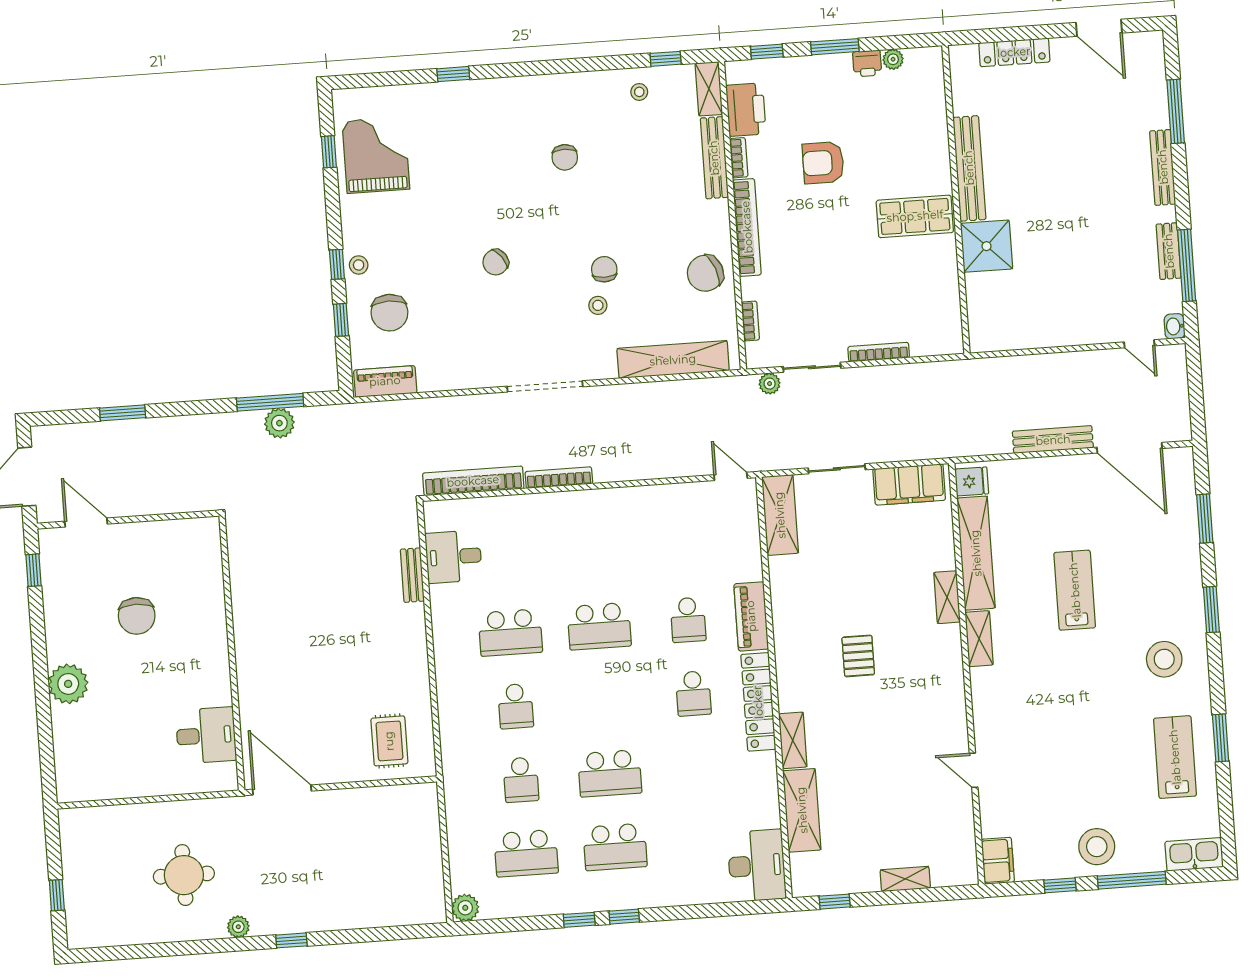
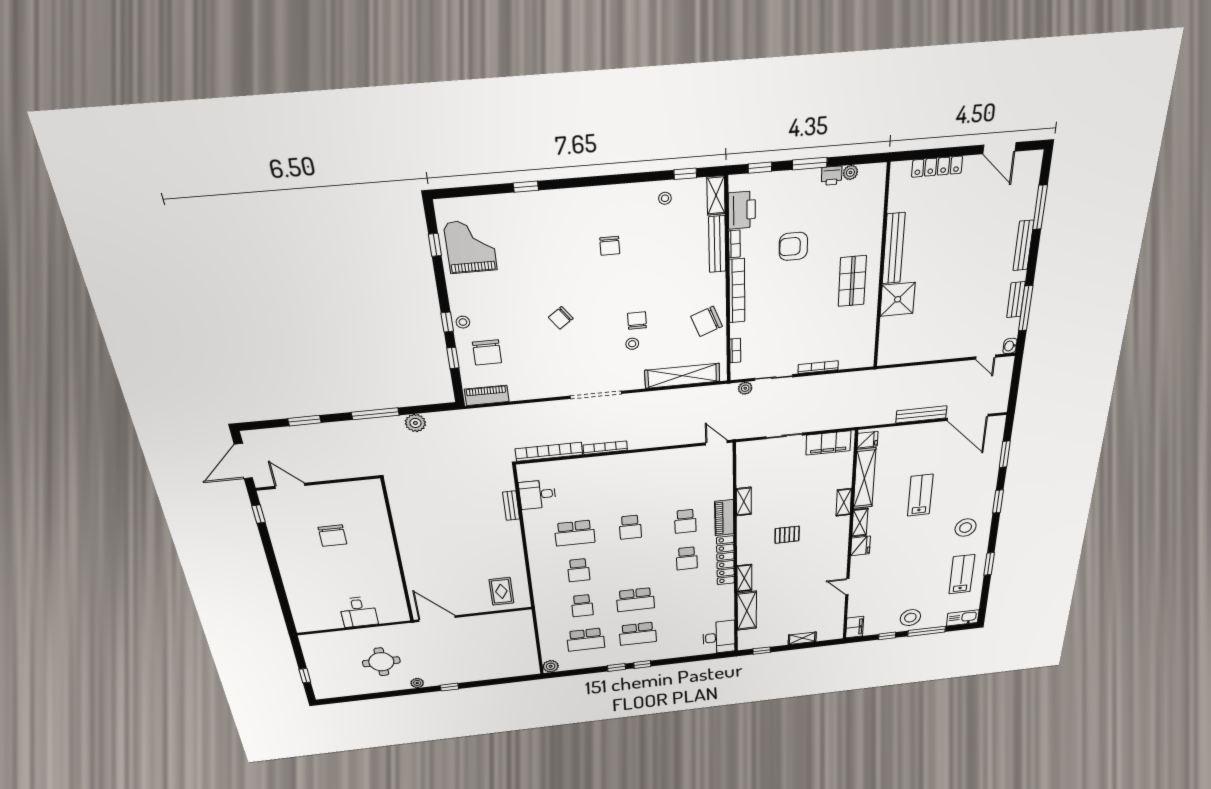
shop shelf: (915, 216) -> (852, 281), turned 90
window: (270, 402) -> (375, 414), moved
shelving: (780, 515) -> (744, 501), moved, width x0.67, depth x0.75
school desk: (599, 626) -> (630, 527), width x0.54
pallet: (858, 656) -> (787, 535), turned 90
plant: (68, 684) -> (293, 573), removed
fridge: (986, 686) -> (860, 546), added
desk: (206, 735) -> (358, 612), moved, turned 90

